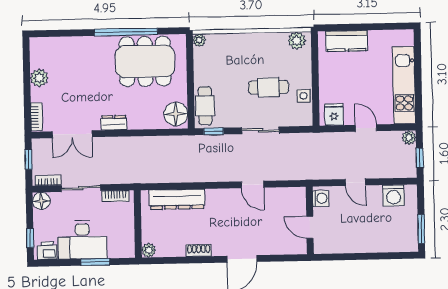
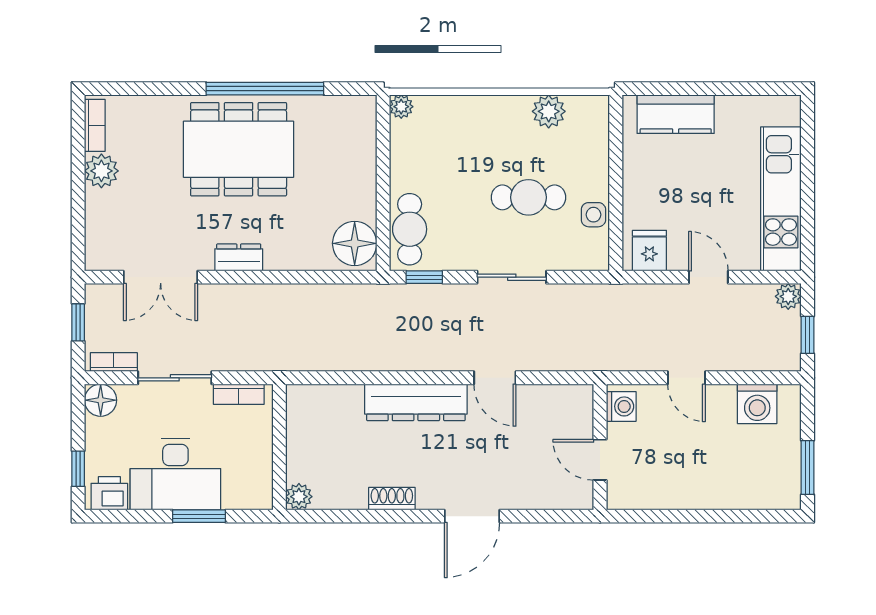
plant: (297, 41) -> (549, 111), moved
dining table: (145, 61) -> (239, 149), moved
bookcase: (36, 117) -> (95, 125), moved
dresser: (177, 199) -> (416, 402), moved

